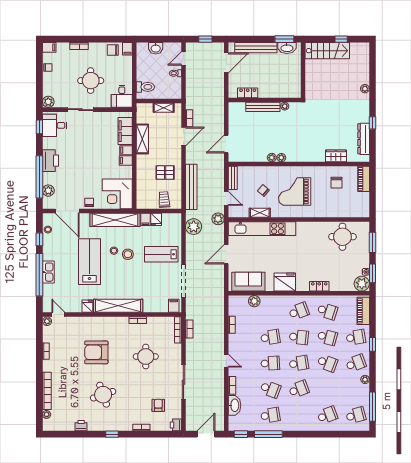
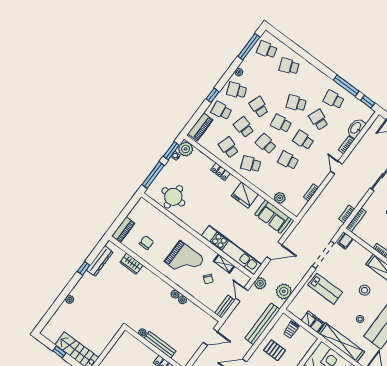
window: (372, 242) -> (153, 175), width x1.44
stool: (128, 254) -> (364, 290), moved

